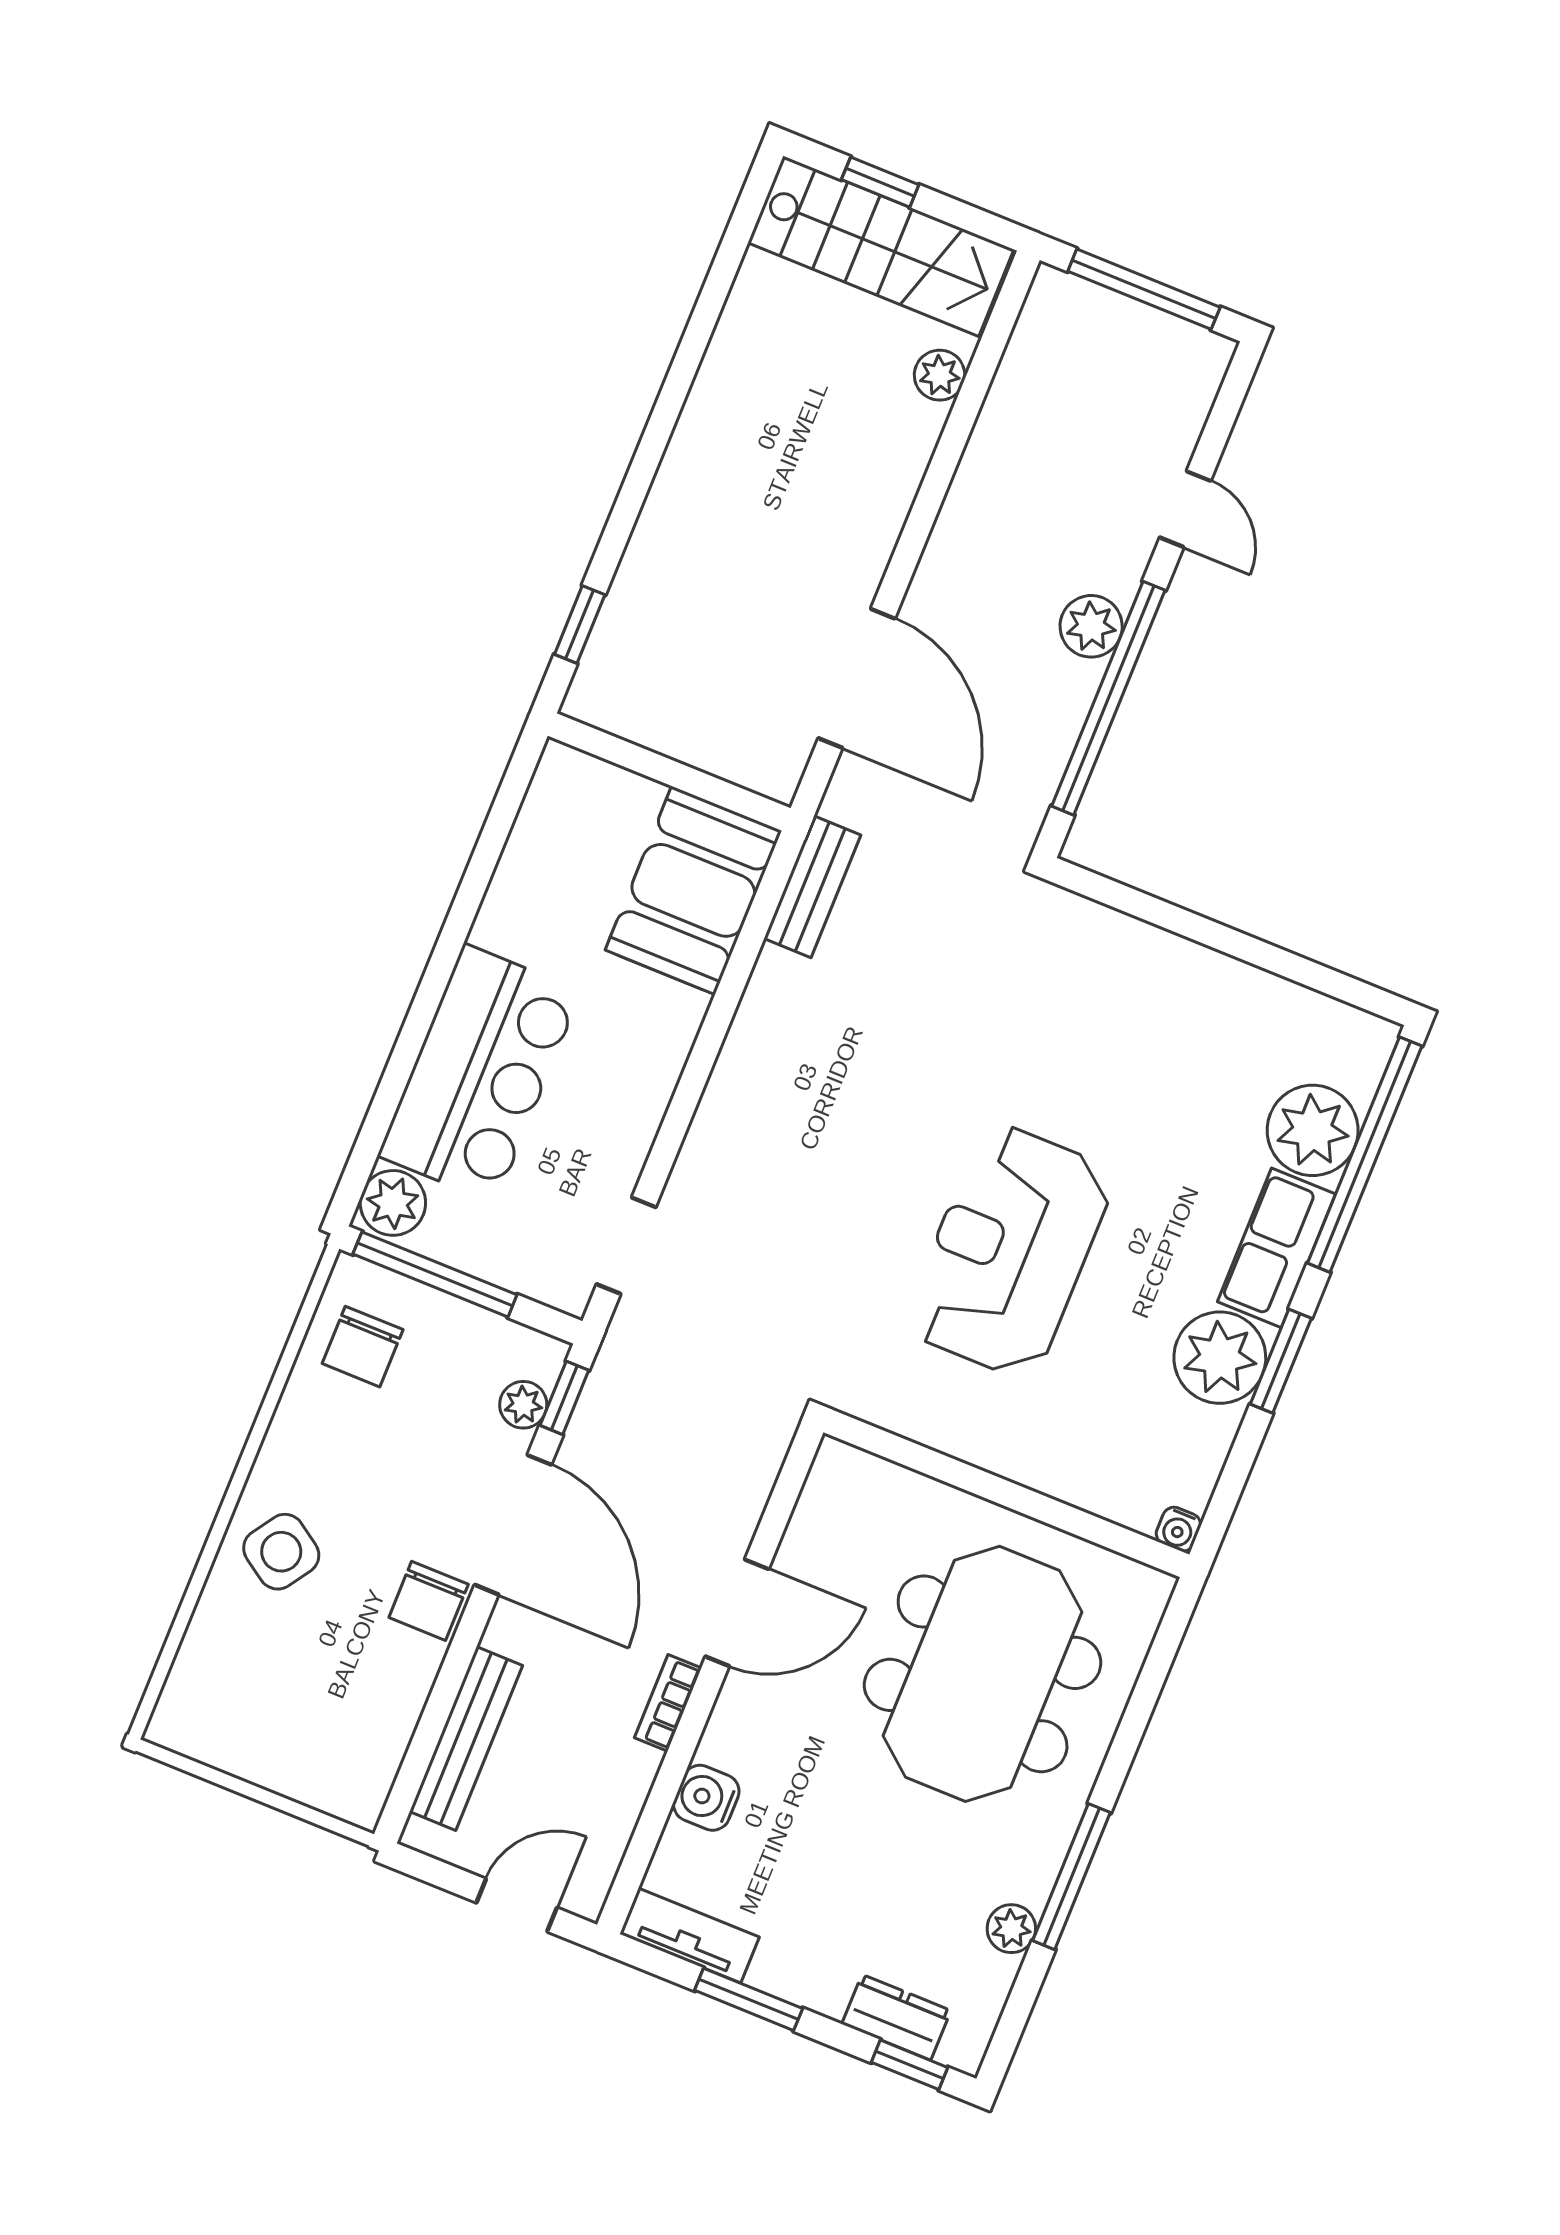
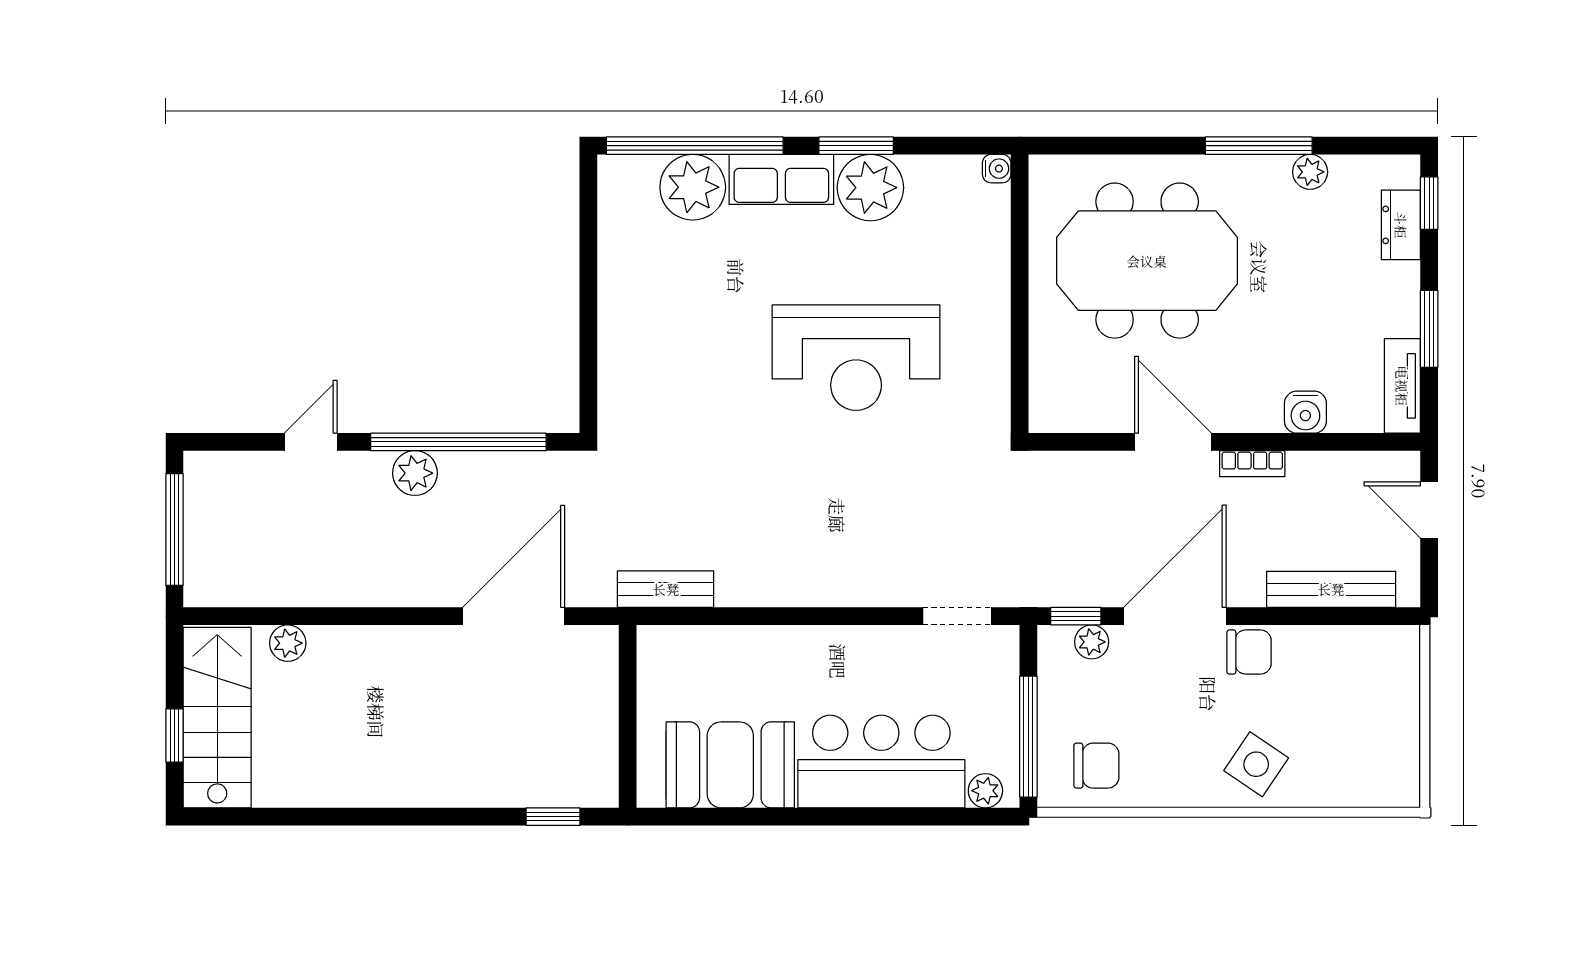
booth: (693, 890) -> (730, 765), moved
plant: (393, 1203) -> (985, 791), width x0.73, depth x0.73

